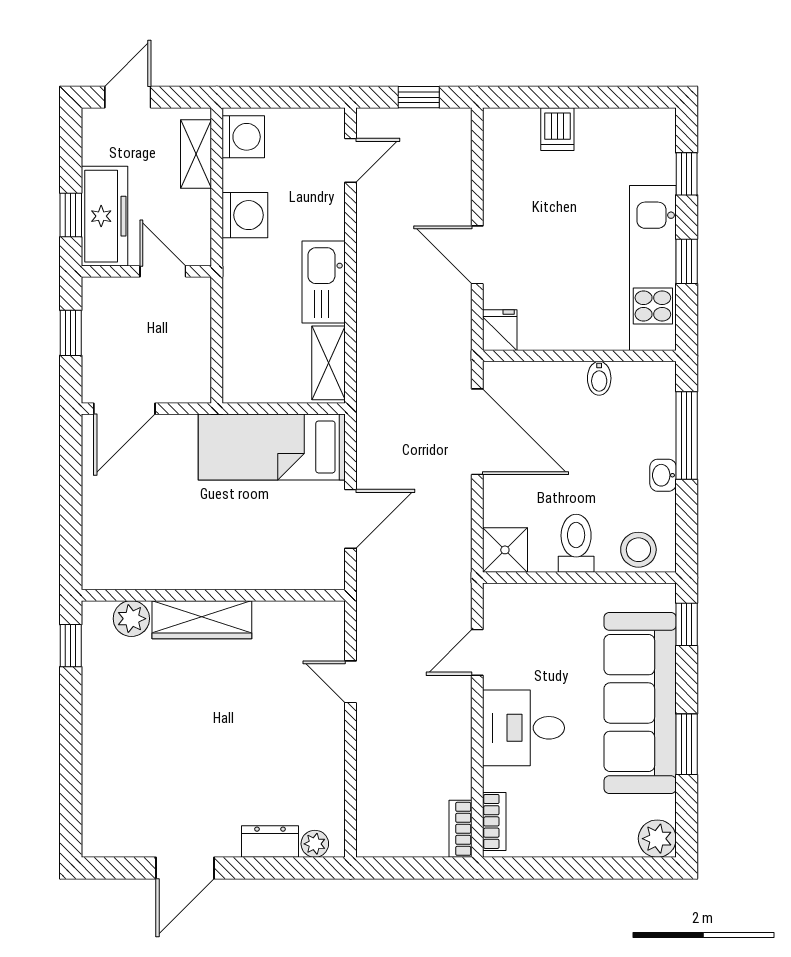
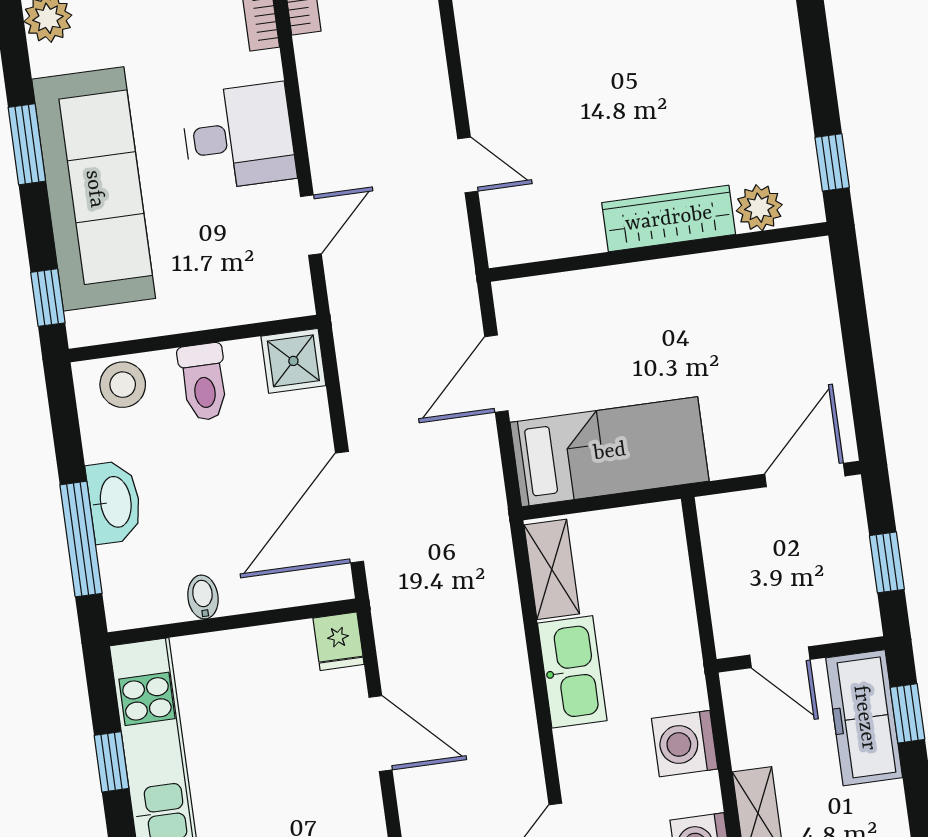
door: (477, 432) -> (350, 507), hinge flipped
washbasin: (663, 475) -> (114, 502), width x1.91, depth x1.45

